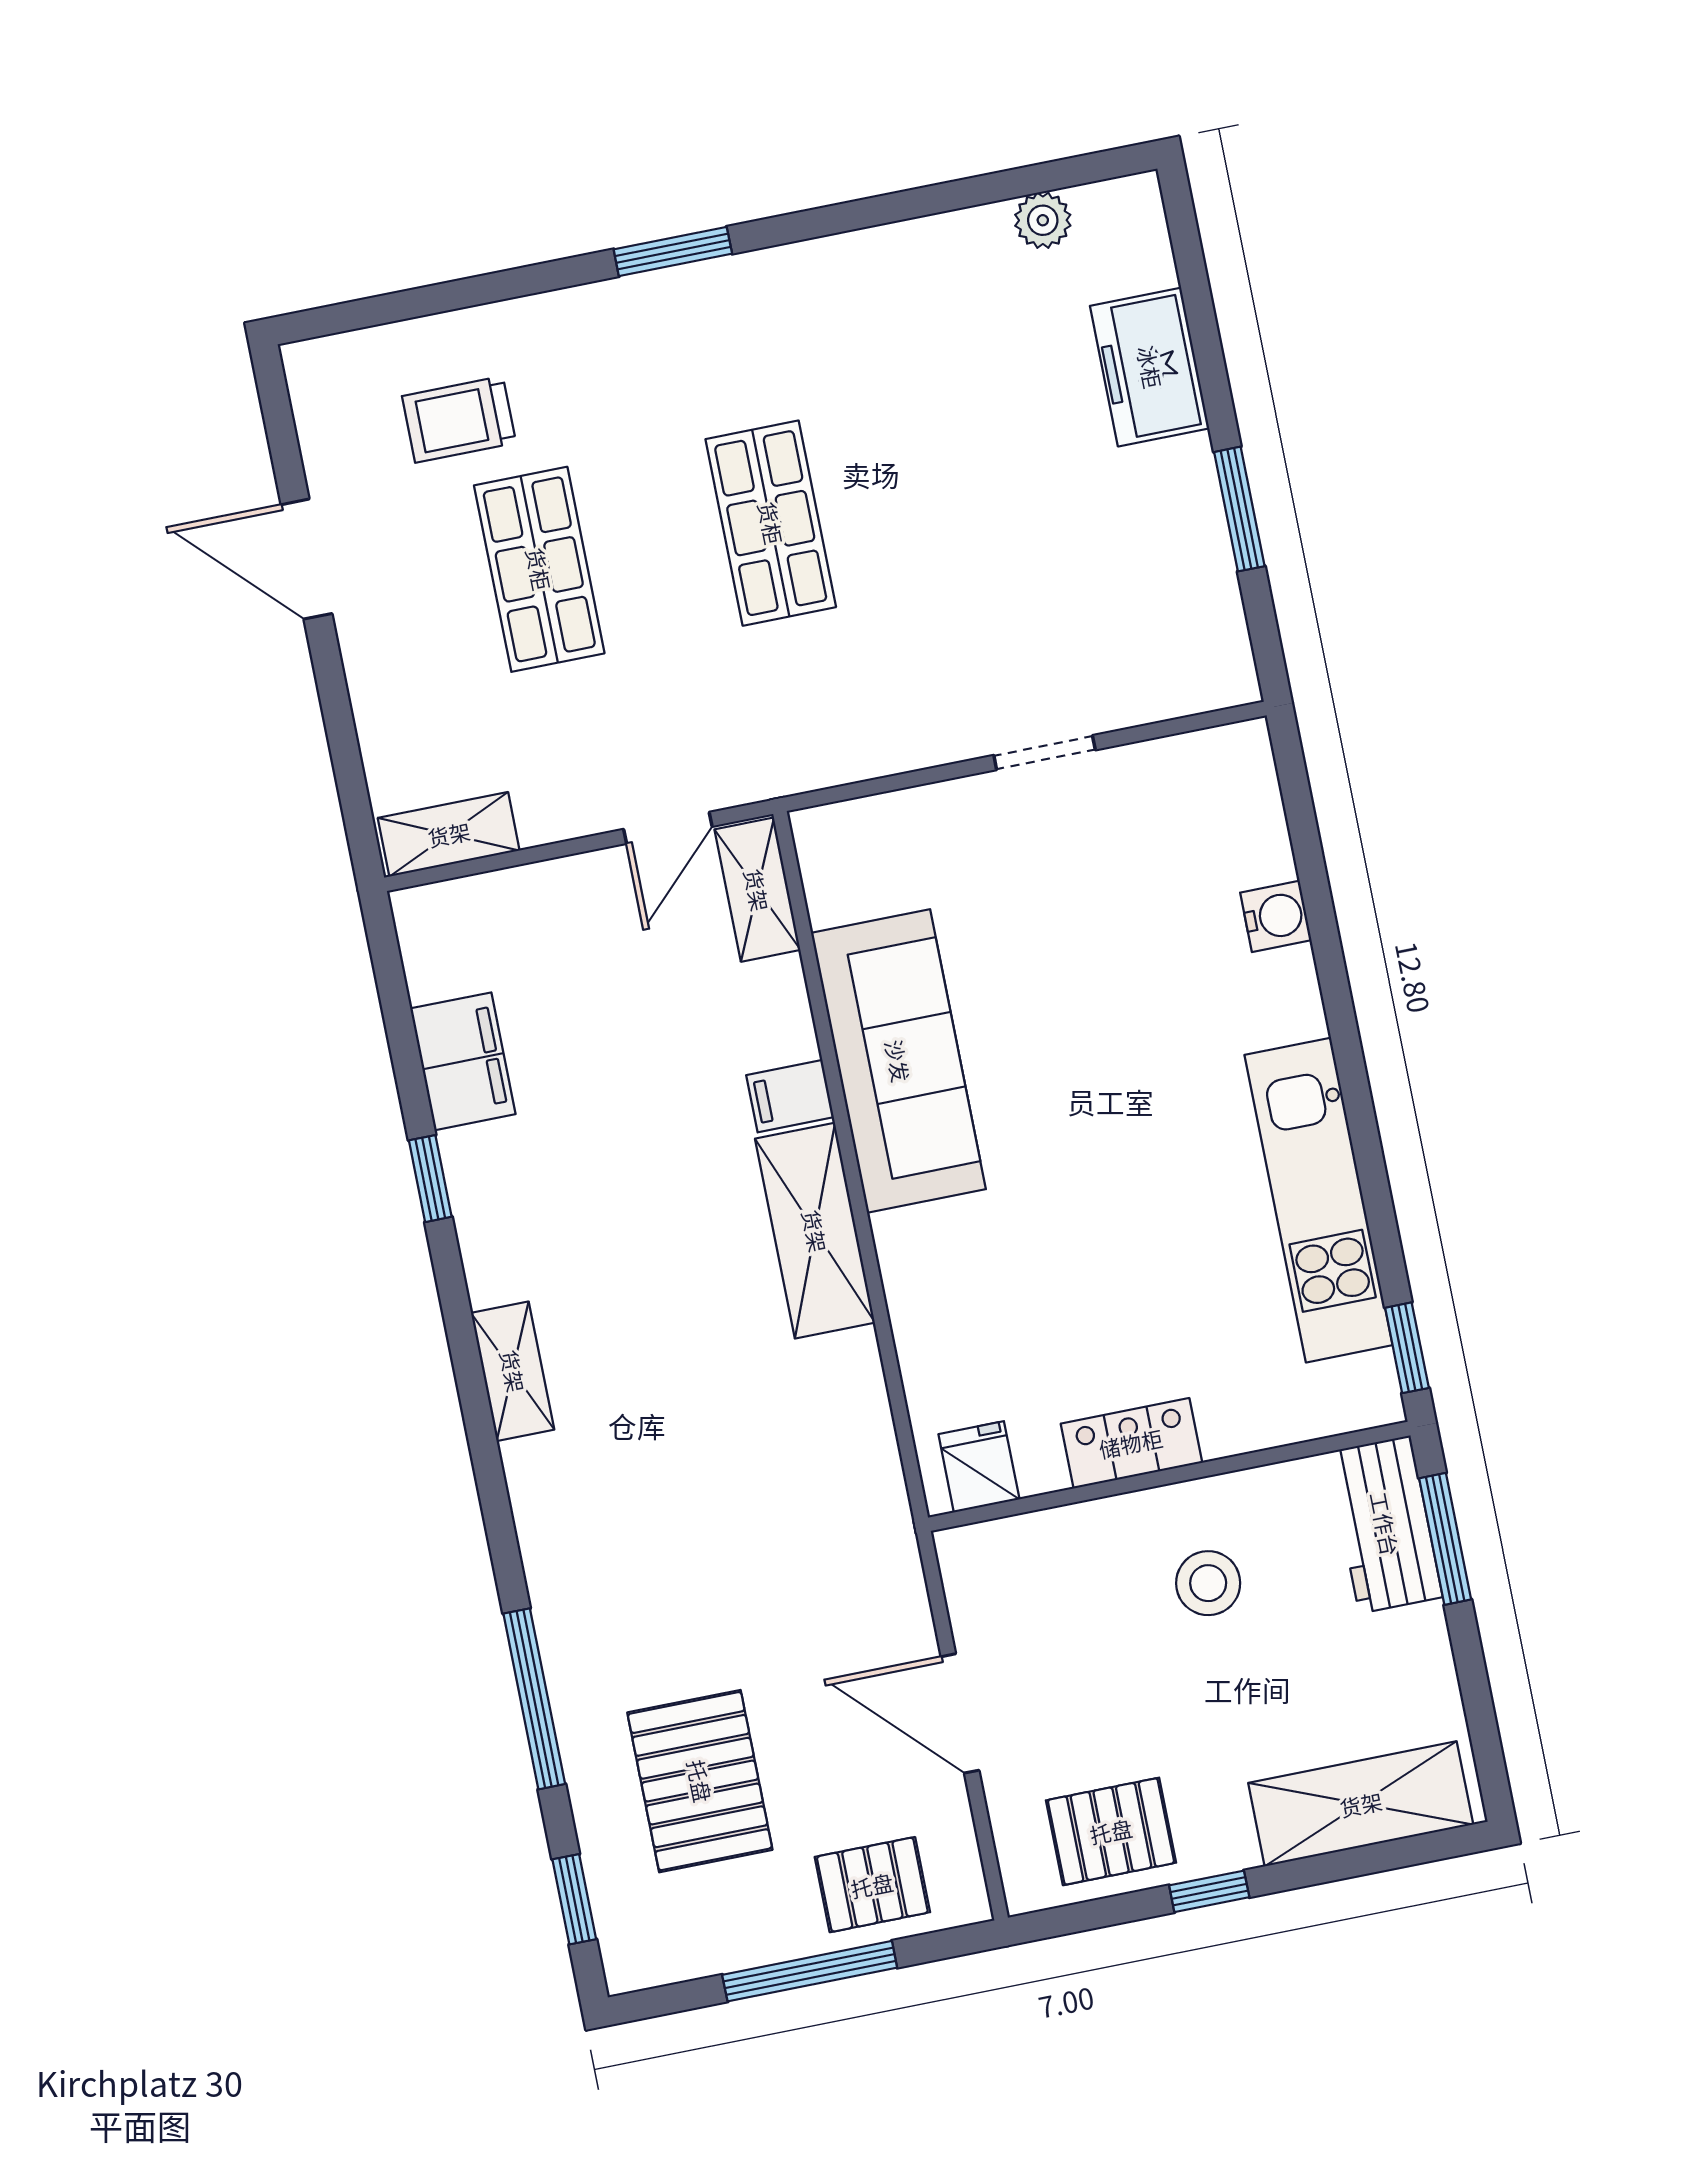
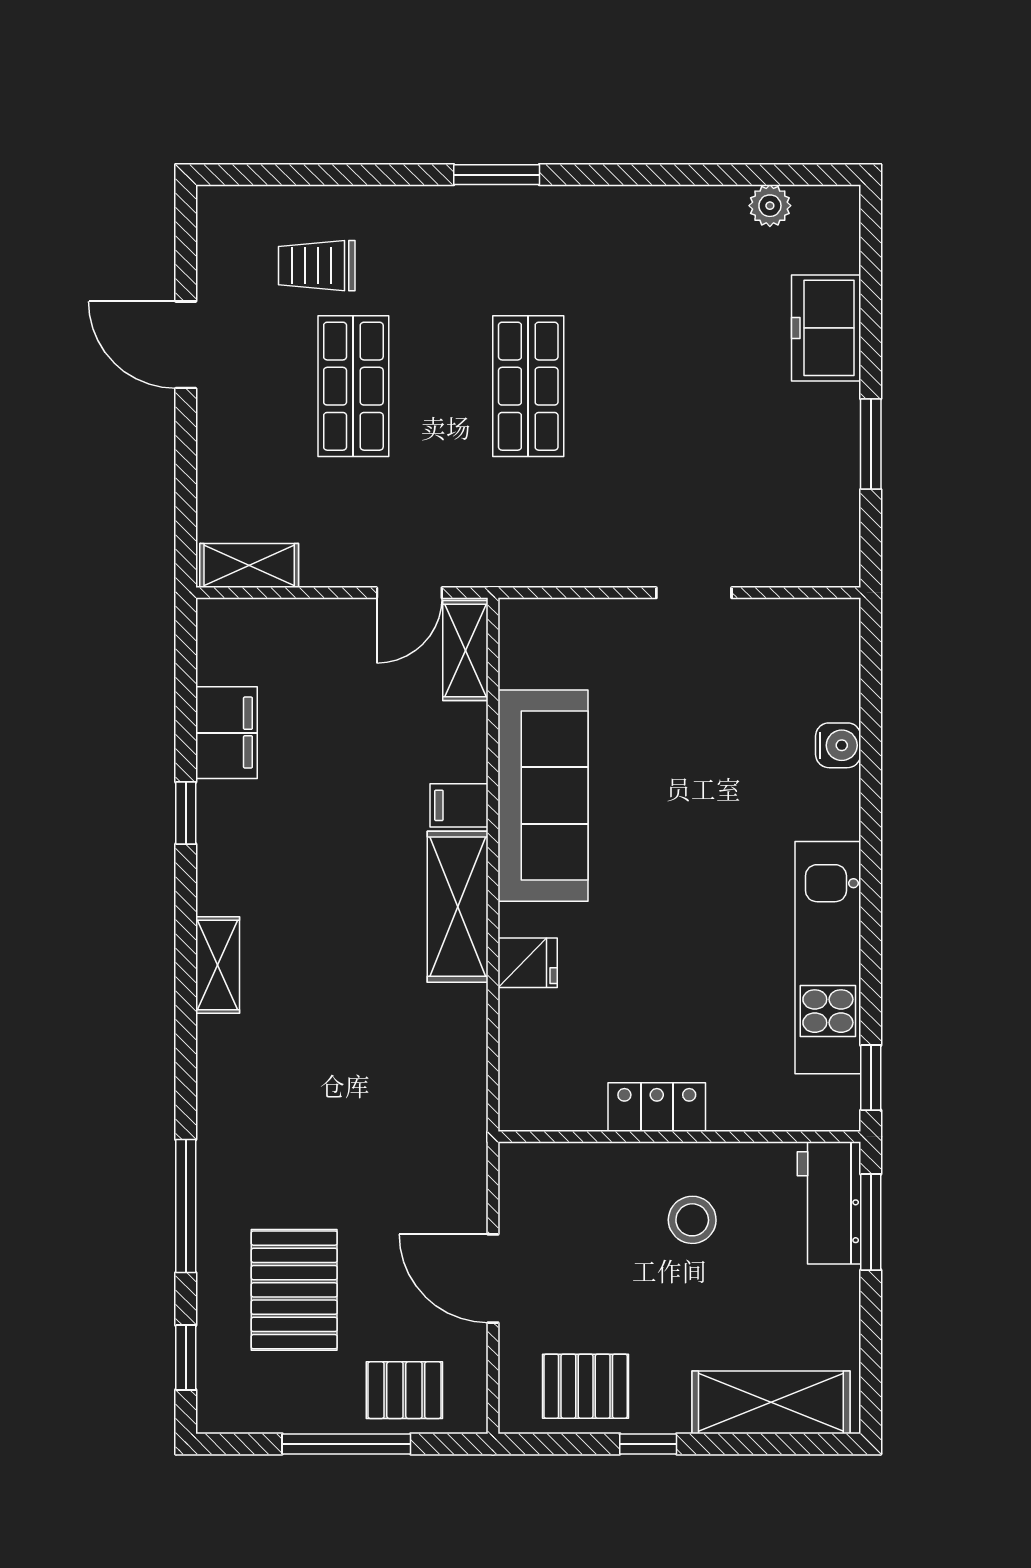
fridge: (979, 1467) -> (528, 963), moved, turned 90

